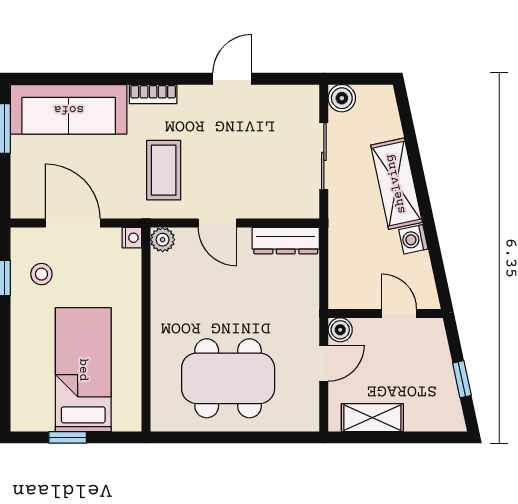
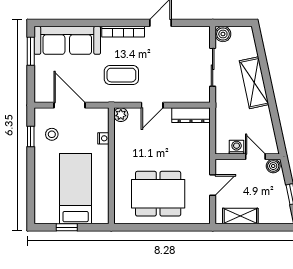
bookcase: (153, 94) -> (123, 32), width x1.56
coffee table: (164, 170) -> (121, 75), turned 90
door: (217, 223) -> (152, 105), hinge flipped
nightstand: (132, 238) -> (103, 138), moved
washing machine: (413, 239) -> (237, 147), moved, turned 102
boiler: (340, 330) -> (273, 166), moved

